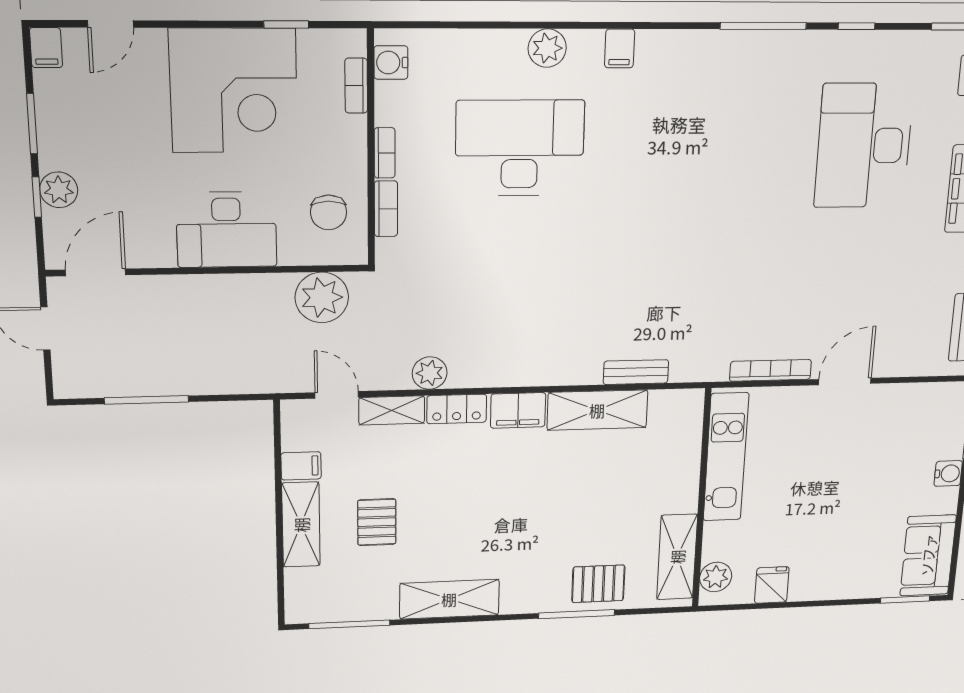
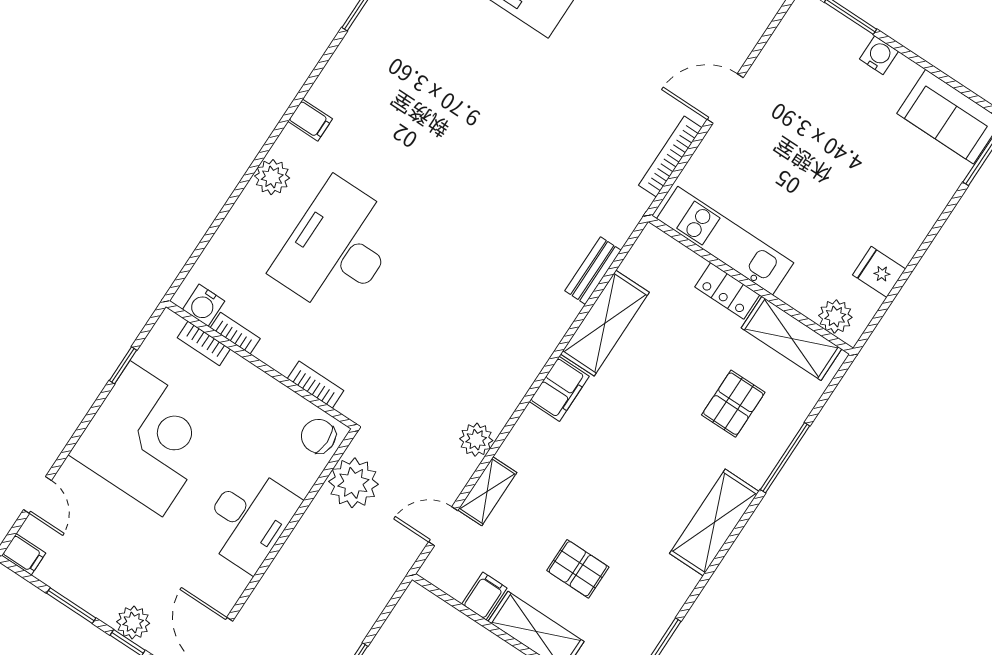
bookcase: (385, 153) -> (235, 333), moved
chair: (329, 212) -> (318, 436), moved, turned 180
door: (845, 381) -> (725, 98), hinge flipped
locker: (457, 409) -> (727, 291), moved, turned 90
pallet: (598, 584) -> (733, 404), moved
shelving: (449, 599) -> (714, 523), moved

